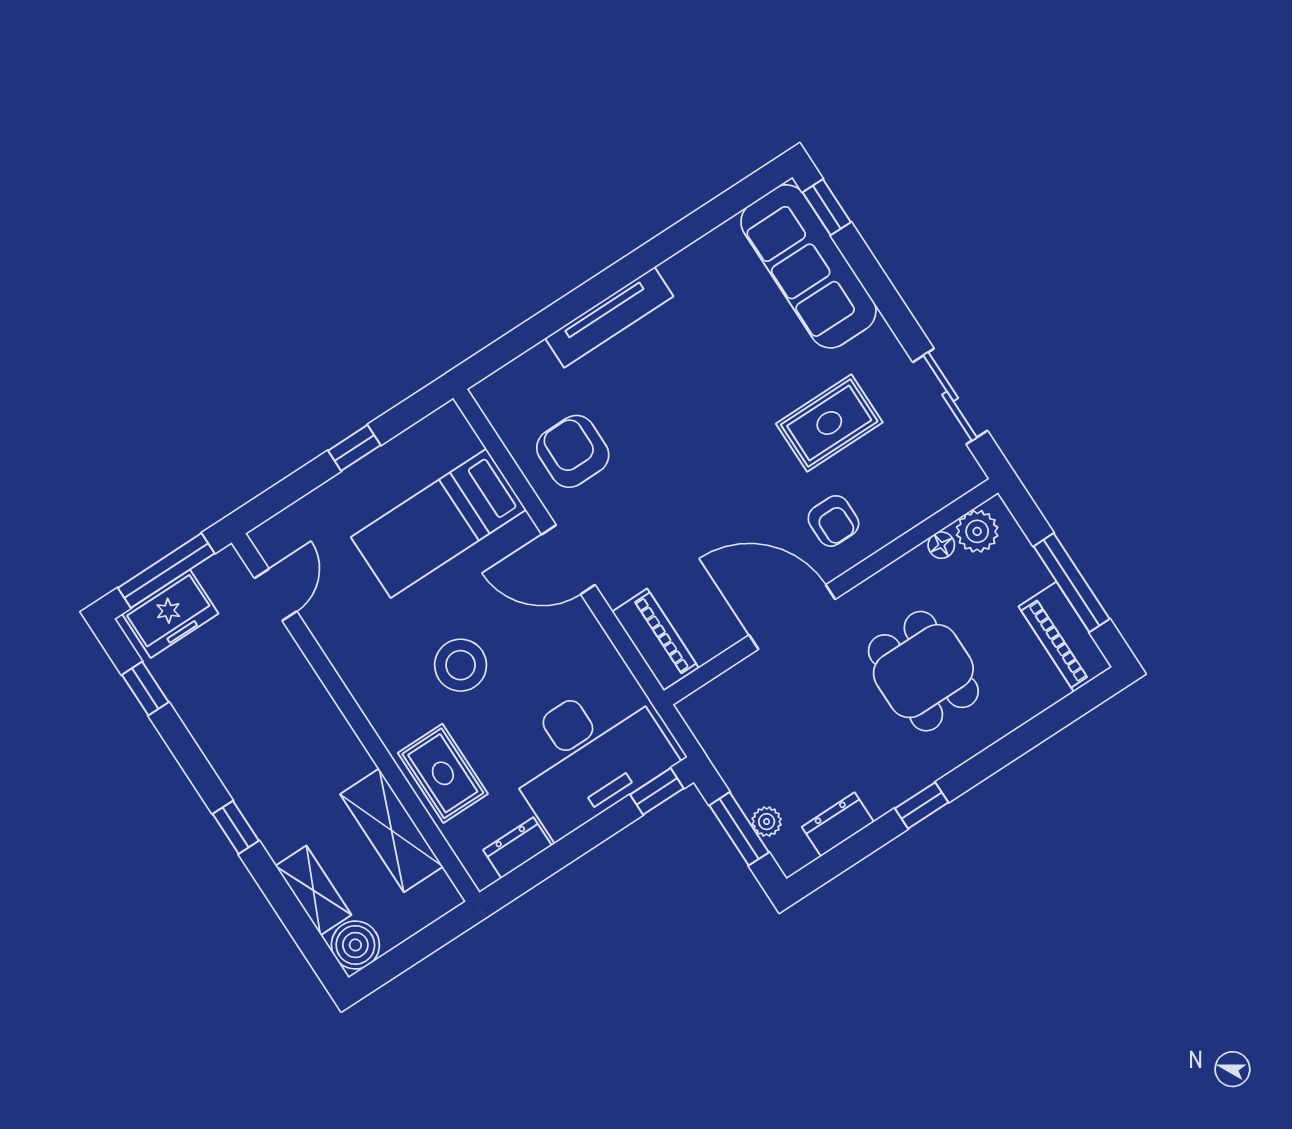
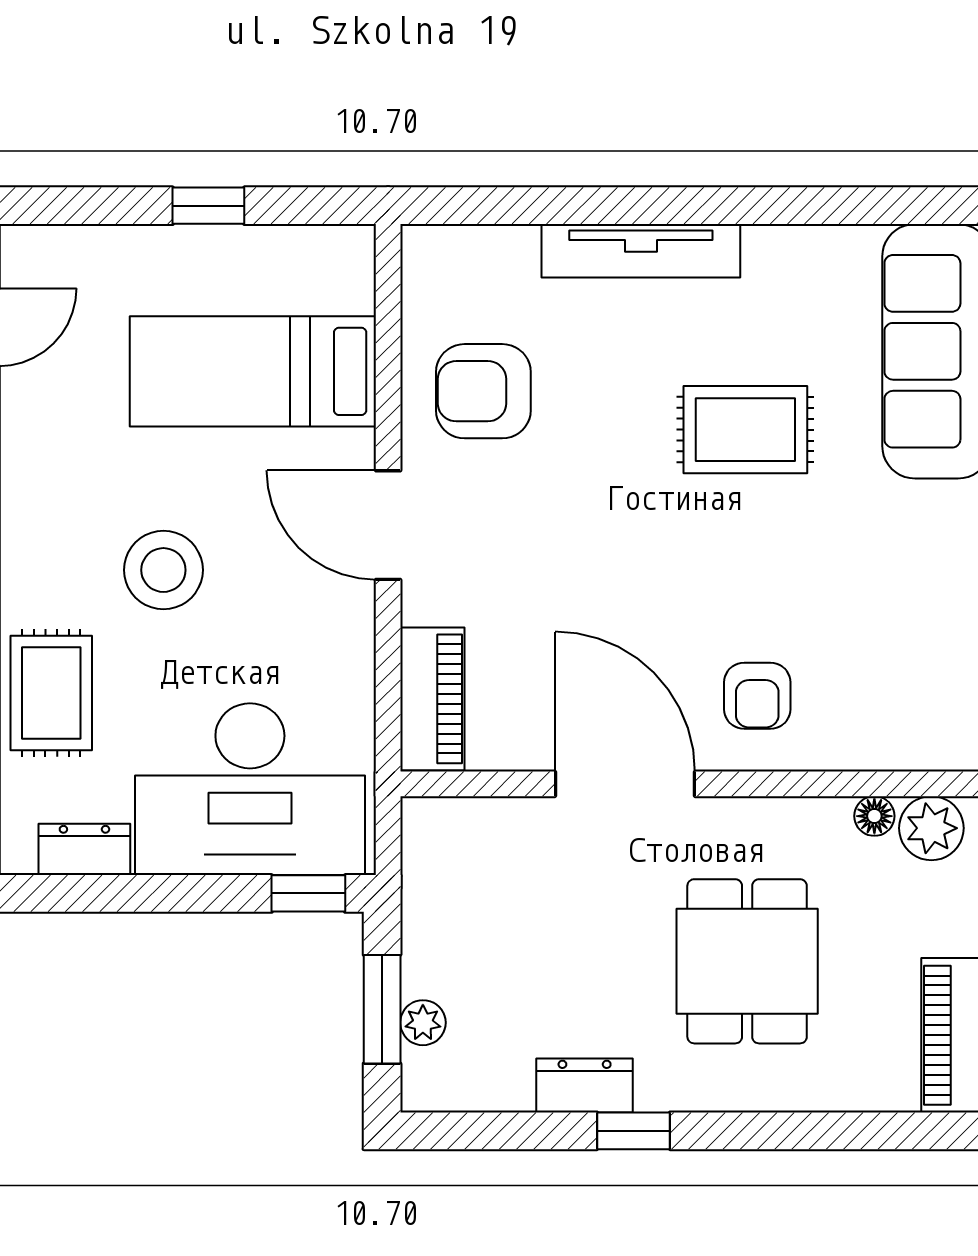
rug: (829, 423) -> (745, 430), moved
armchair: (573, 451) -> (483, 391), turned -90
dresser: (838, 824) -> (585, 1085), moved

